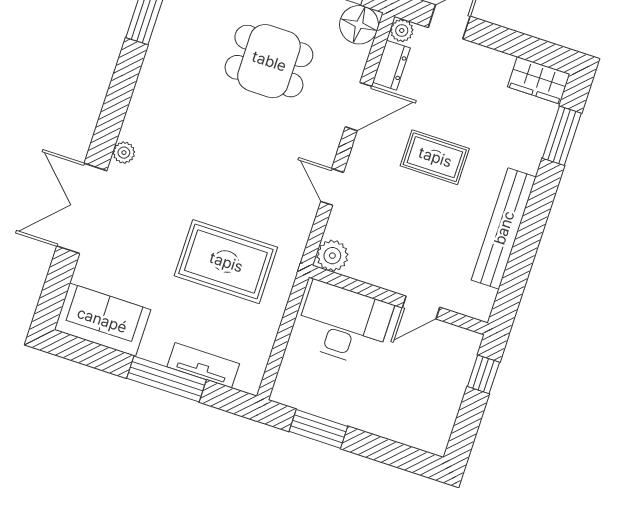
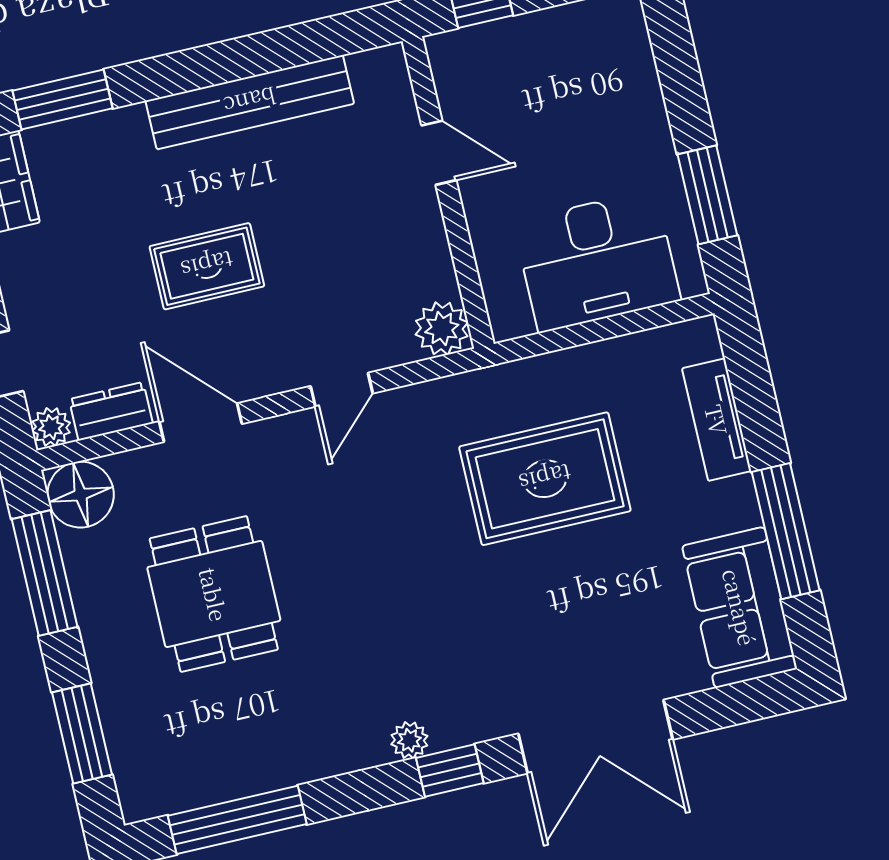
window: (109, 125) -> (450, 770), added
plant: (124, 153) -> (409, 740), moved
rug: (435, 157) -> (207, 266), turned 90
rug: (226, 262) -> (545, 479), turned 90
desk: (344, 324) -> (597, 261), moved, turned -90
window: (167, 379) -> (786, 531), moved

